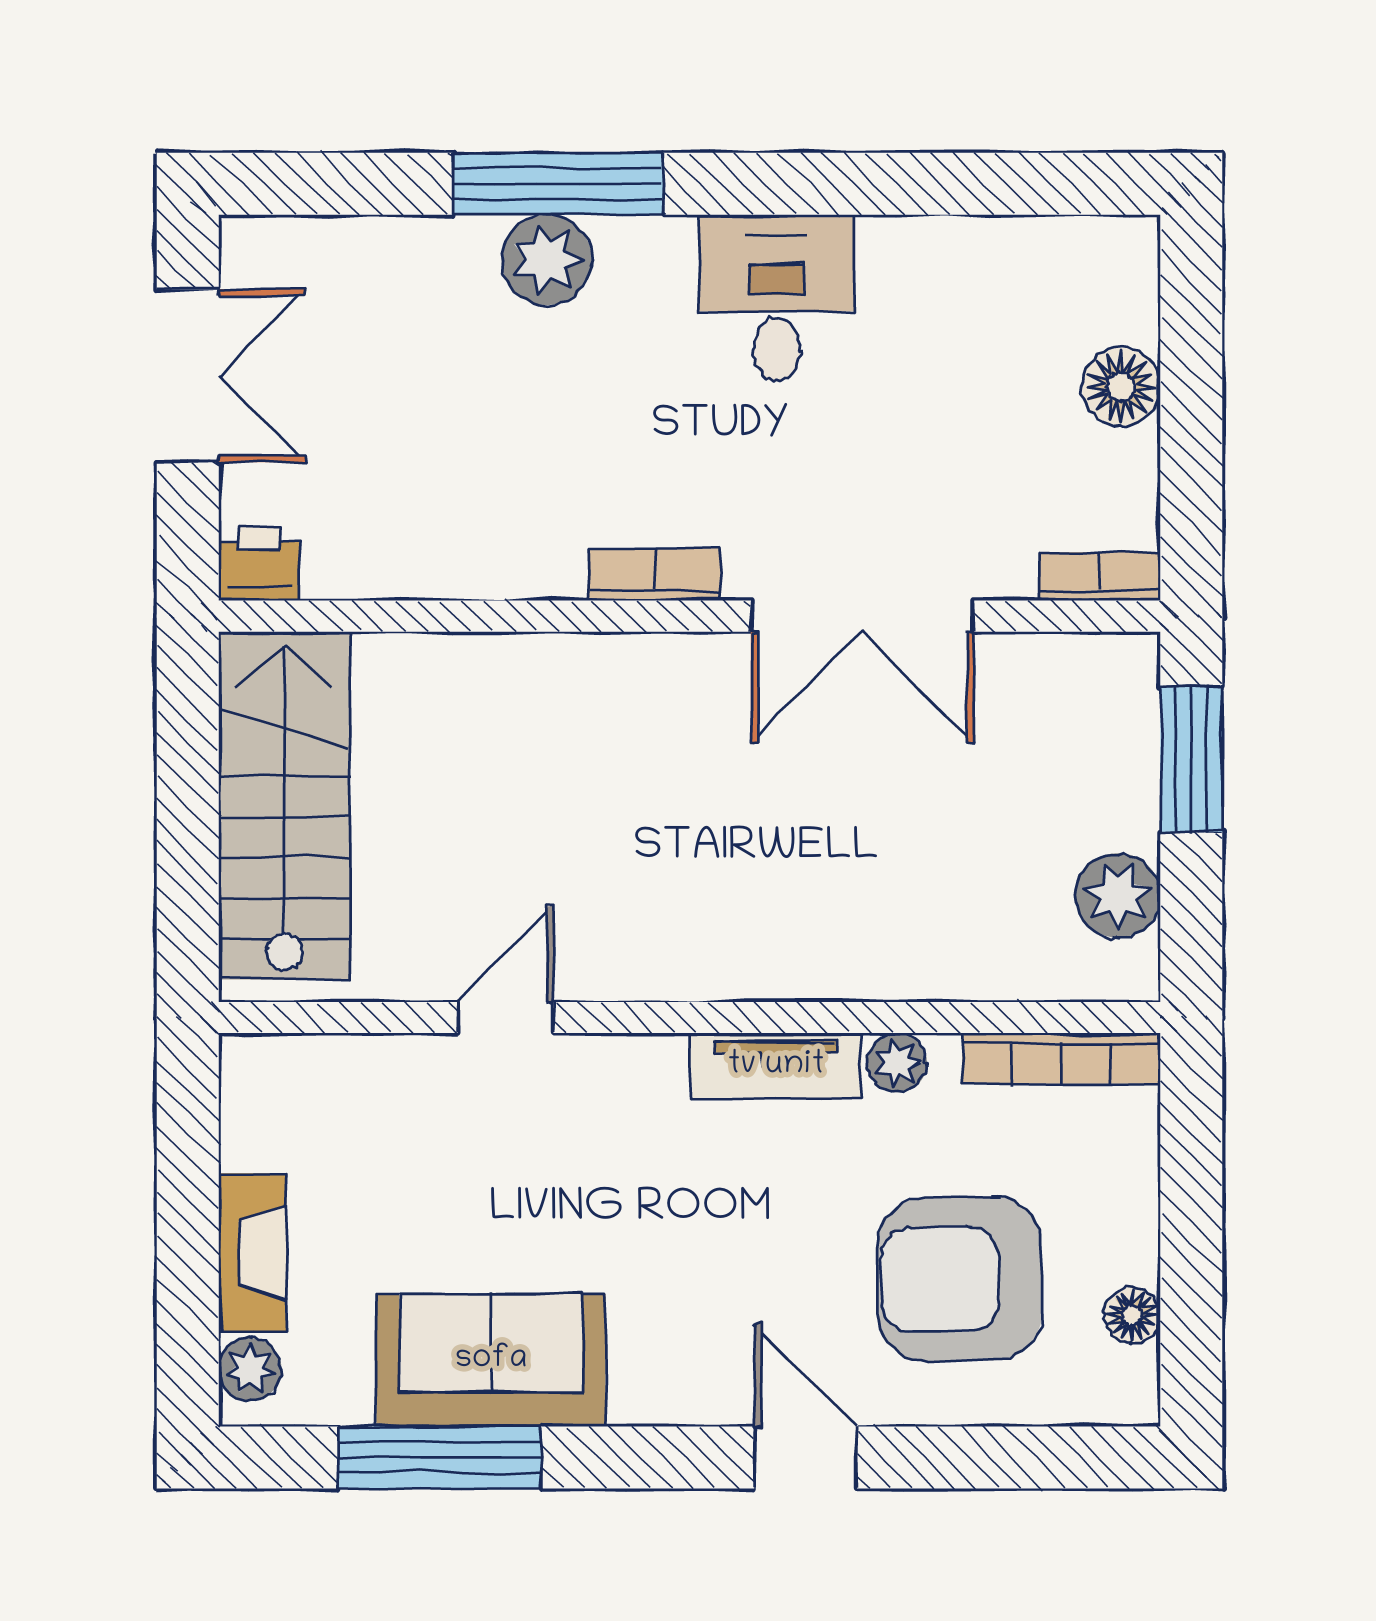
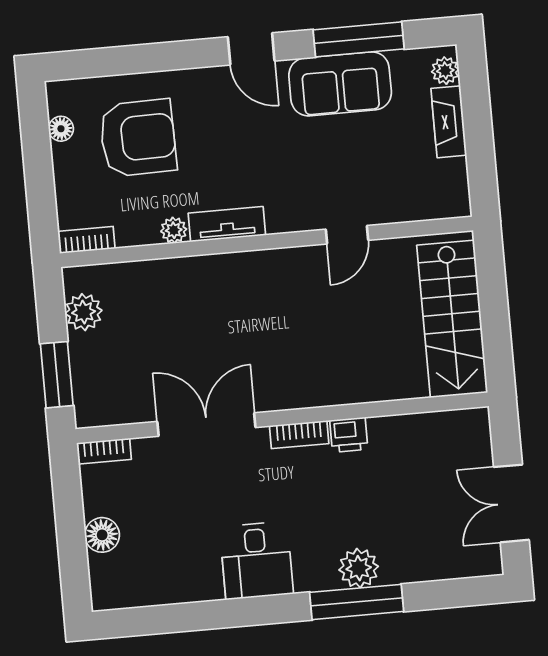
printer: (259, 564) -> (349, 435), moved
bookcase: (1061, 1058) -> (86, 240), width x0.64
door: (806, 1457) -> (251, 49), moved

